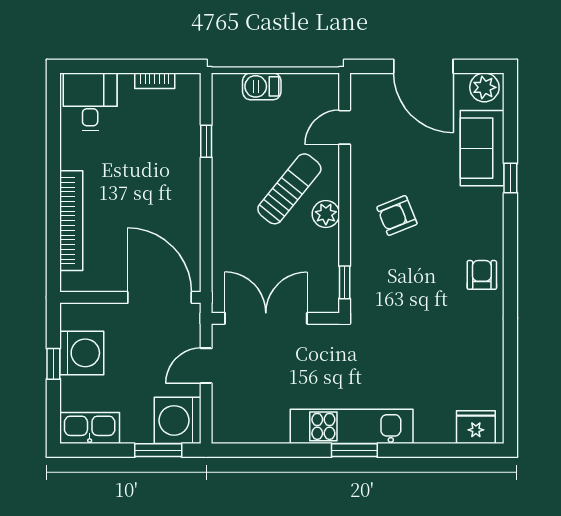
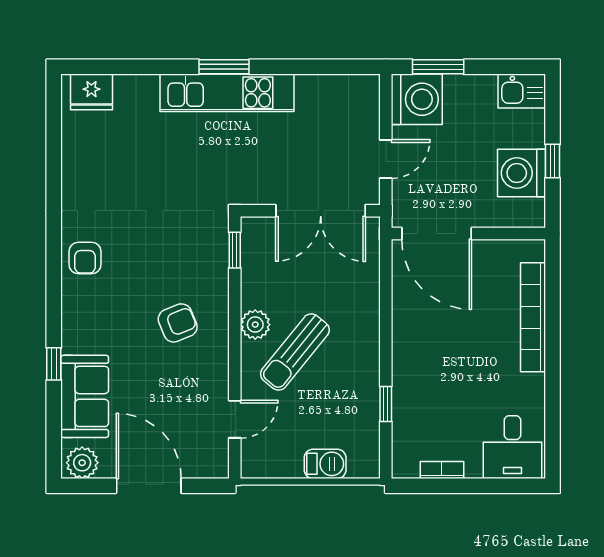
kitchen sink: (90, 428) -> (522, 91), width x0.73

